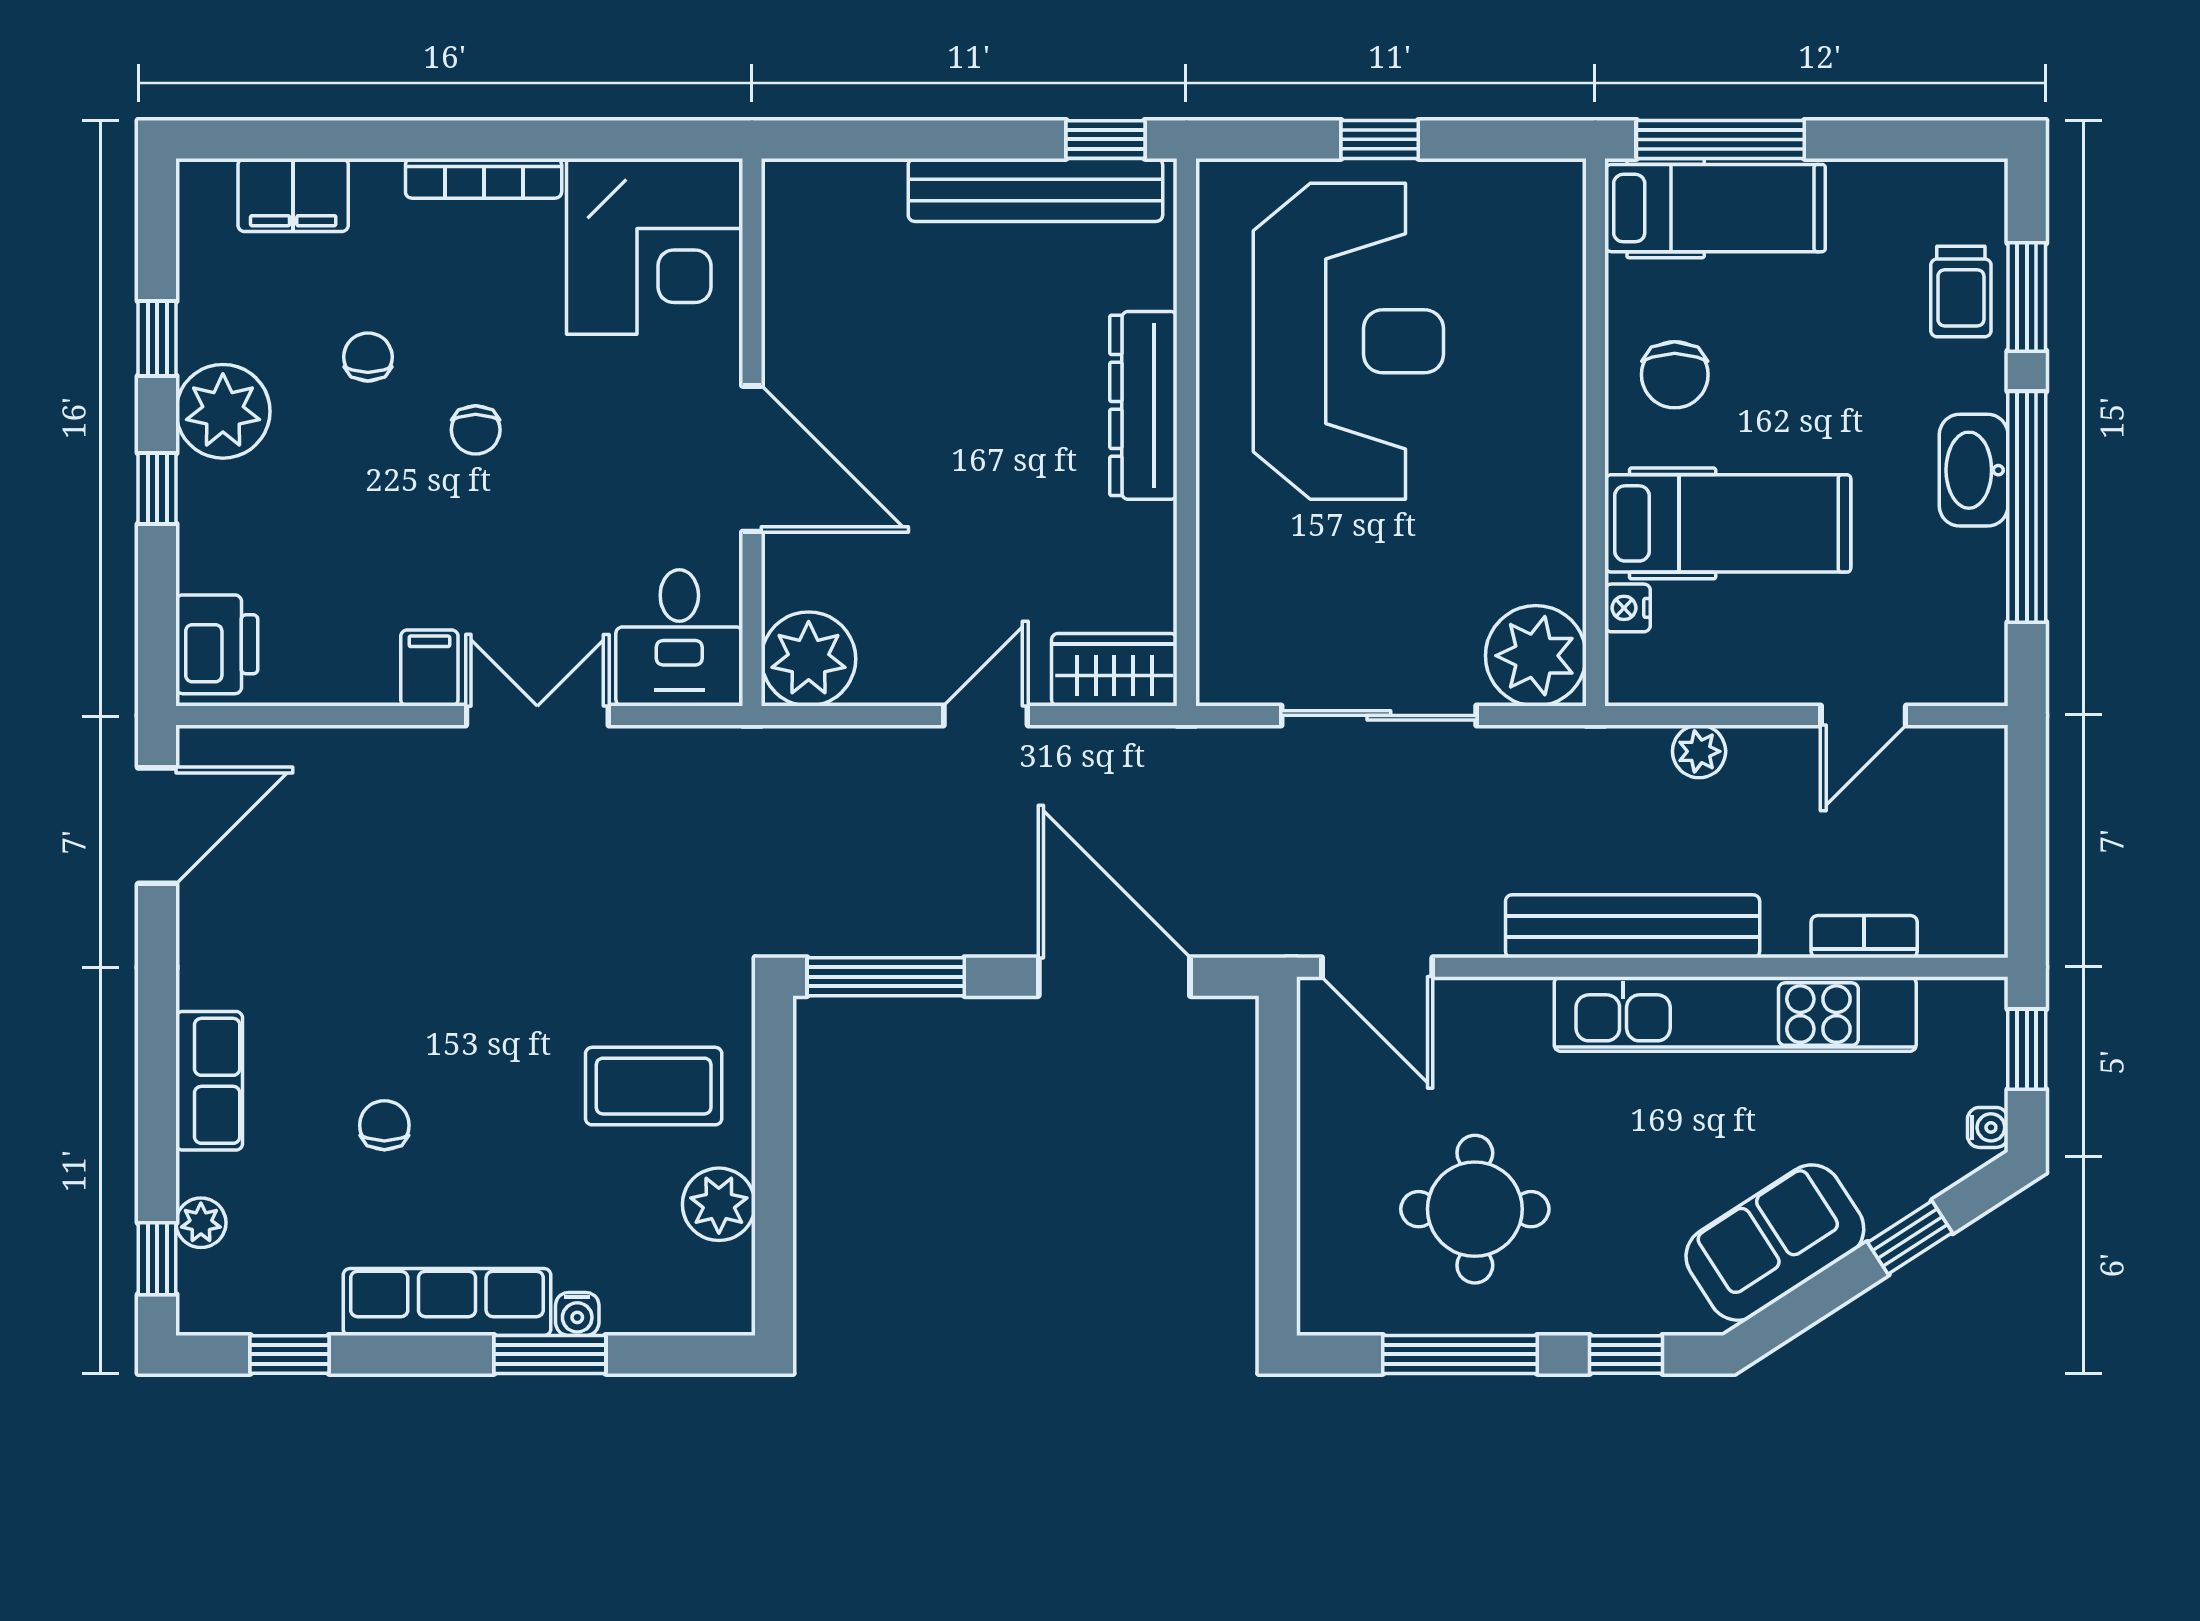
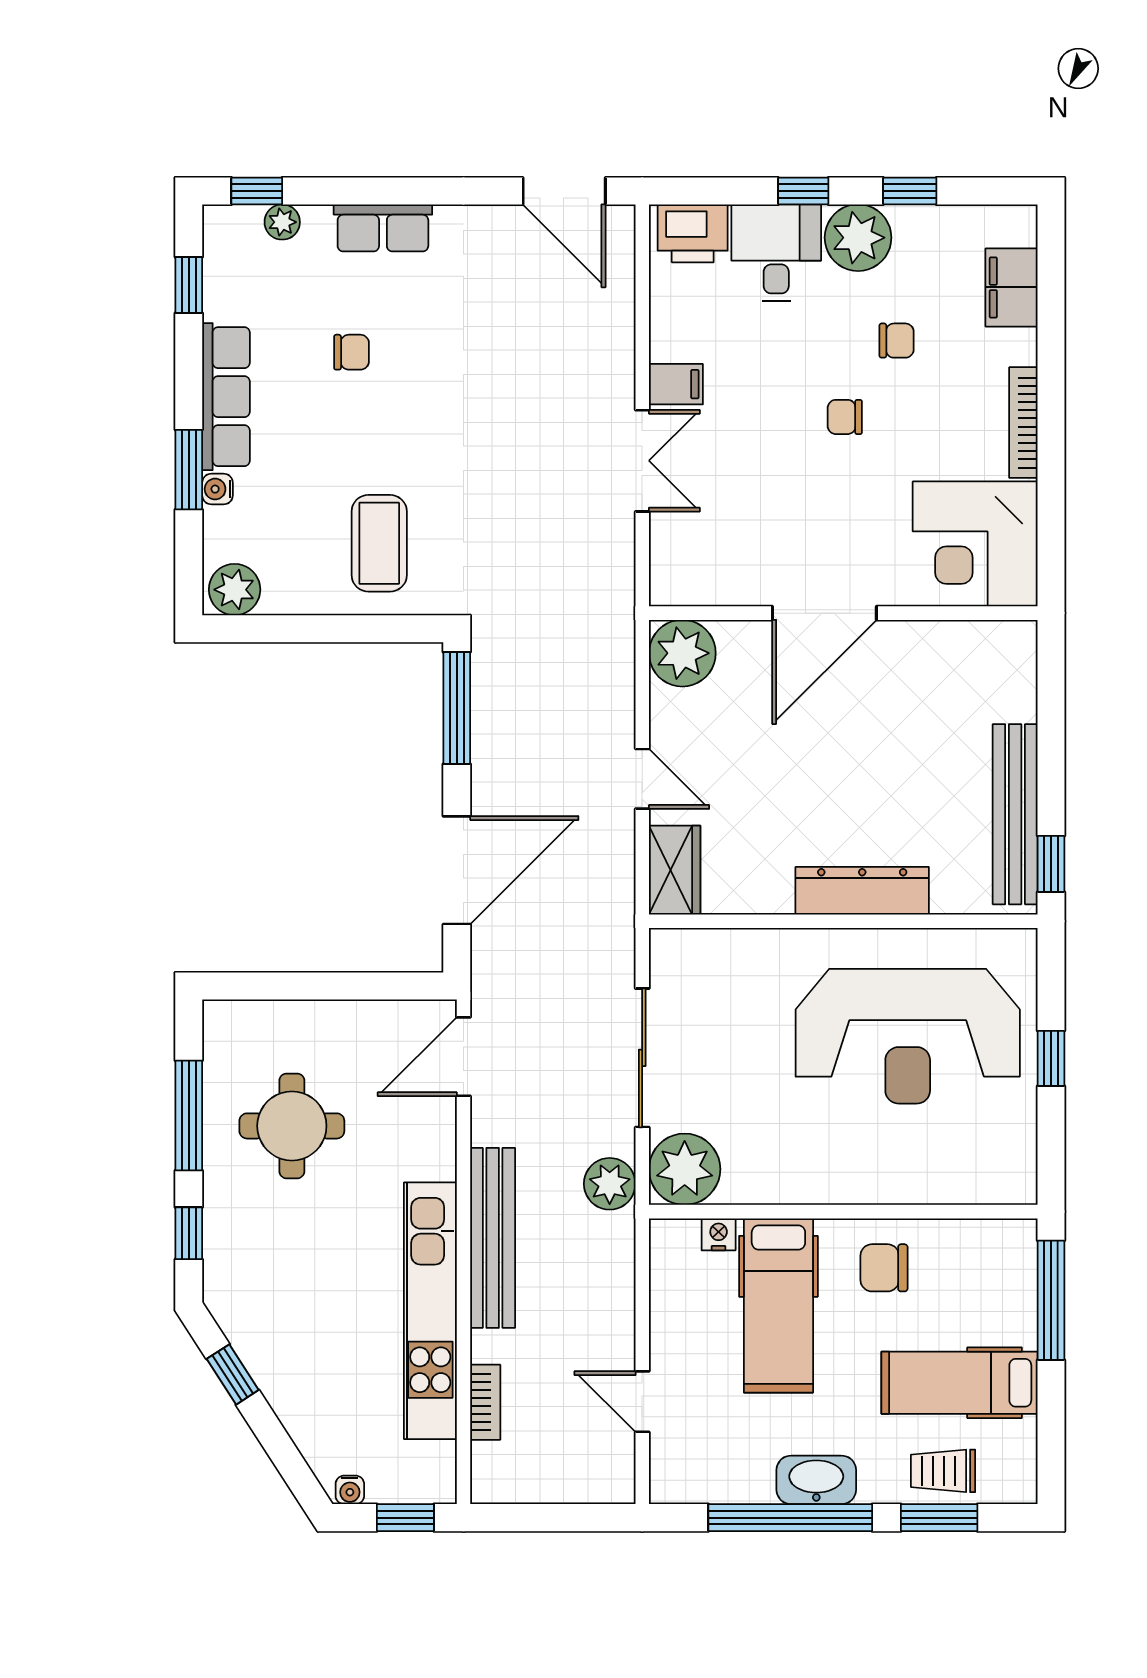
hospital bed: (1715, 208) -> (959, 1383), moved, turned 90
desk: (679, 638) -> (776, 253), moved, turned 90
plant: (1699, 751) -> (610, 1184), moved, width x1.38, depth x1.38
plant: (719, 1204) -> (235, 590), moved
window: (1910, 1238) -> (233, 1374), moved
sofa: (1775, 1243) -> (268, 1339), removed

